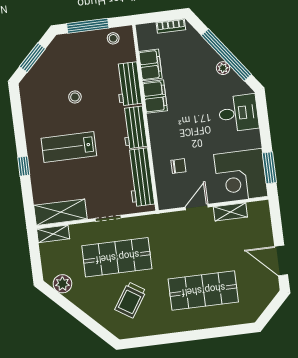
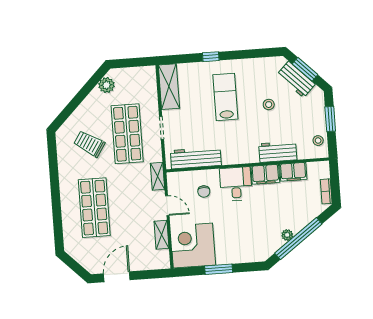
window: (88, 26) -> (330, 119), width x0.69
desk: (238, 113) -> (236, 184), moved, turned 180
workbench: (134, 127) -> (296, 79), moved, turned -135
window: (269, 168) -> (219, 269), moved
shelving: (53, 234) -> (157, 176), moved

